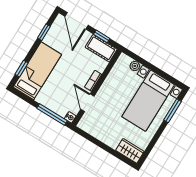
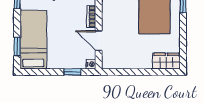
window: (52, 114) -> (72, 72), width x0.46

